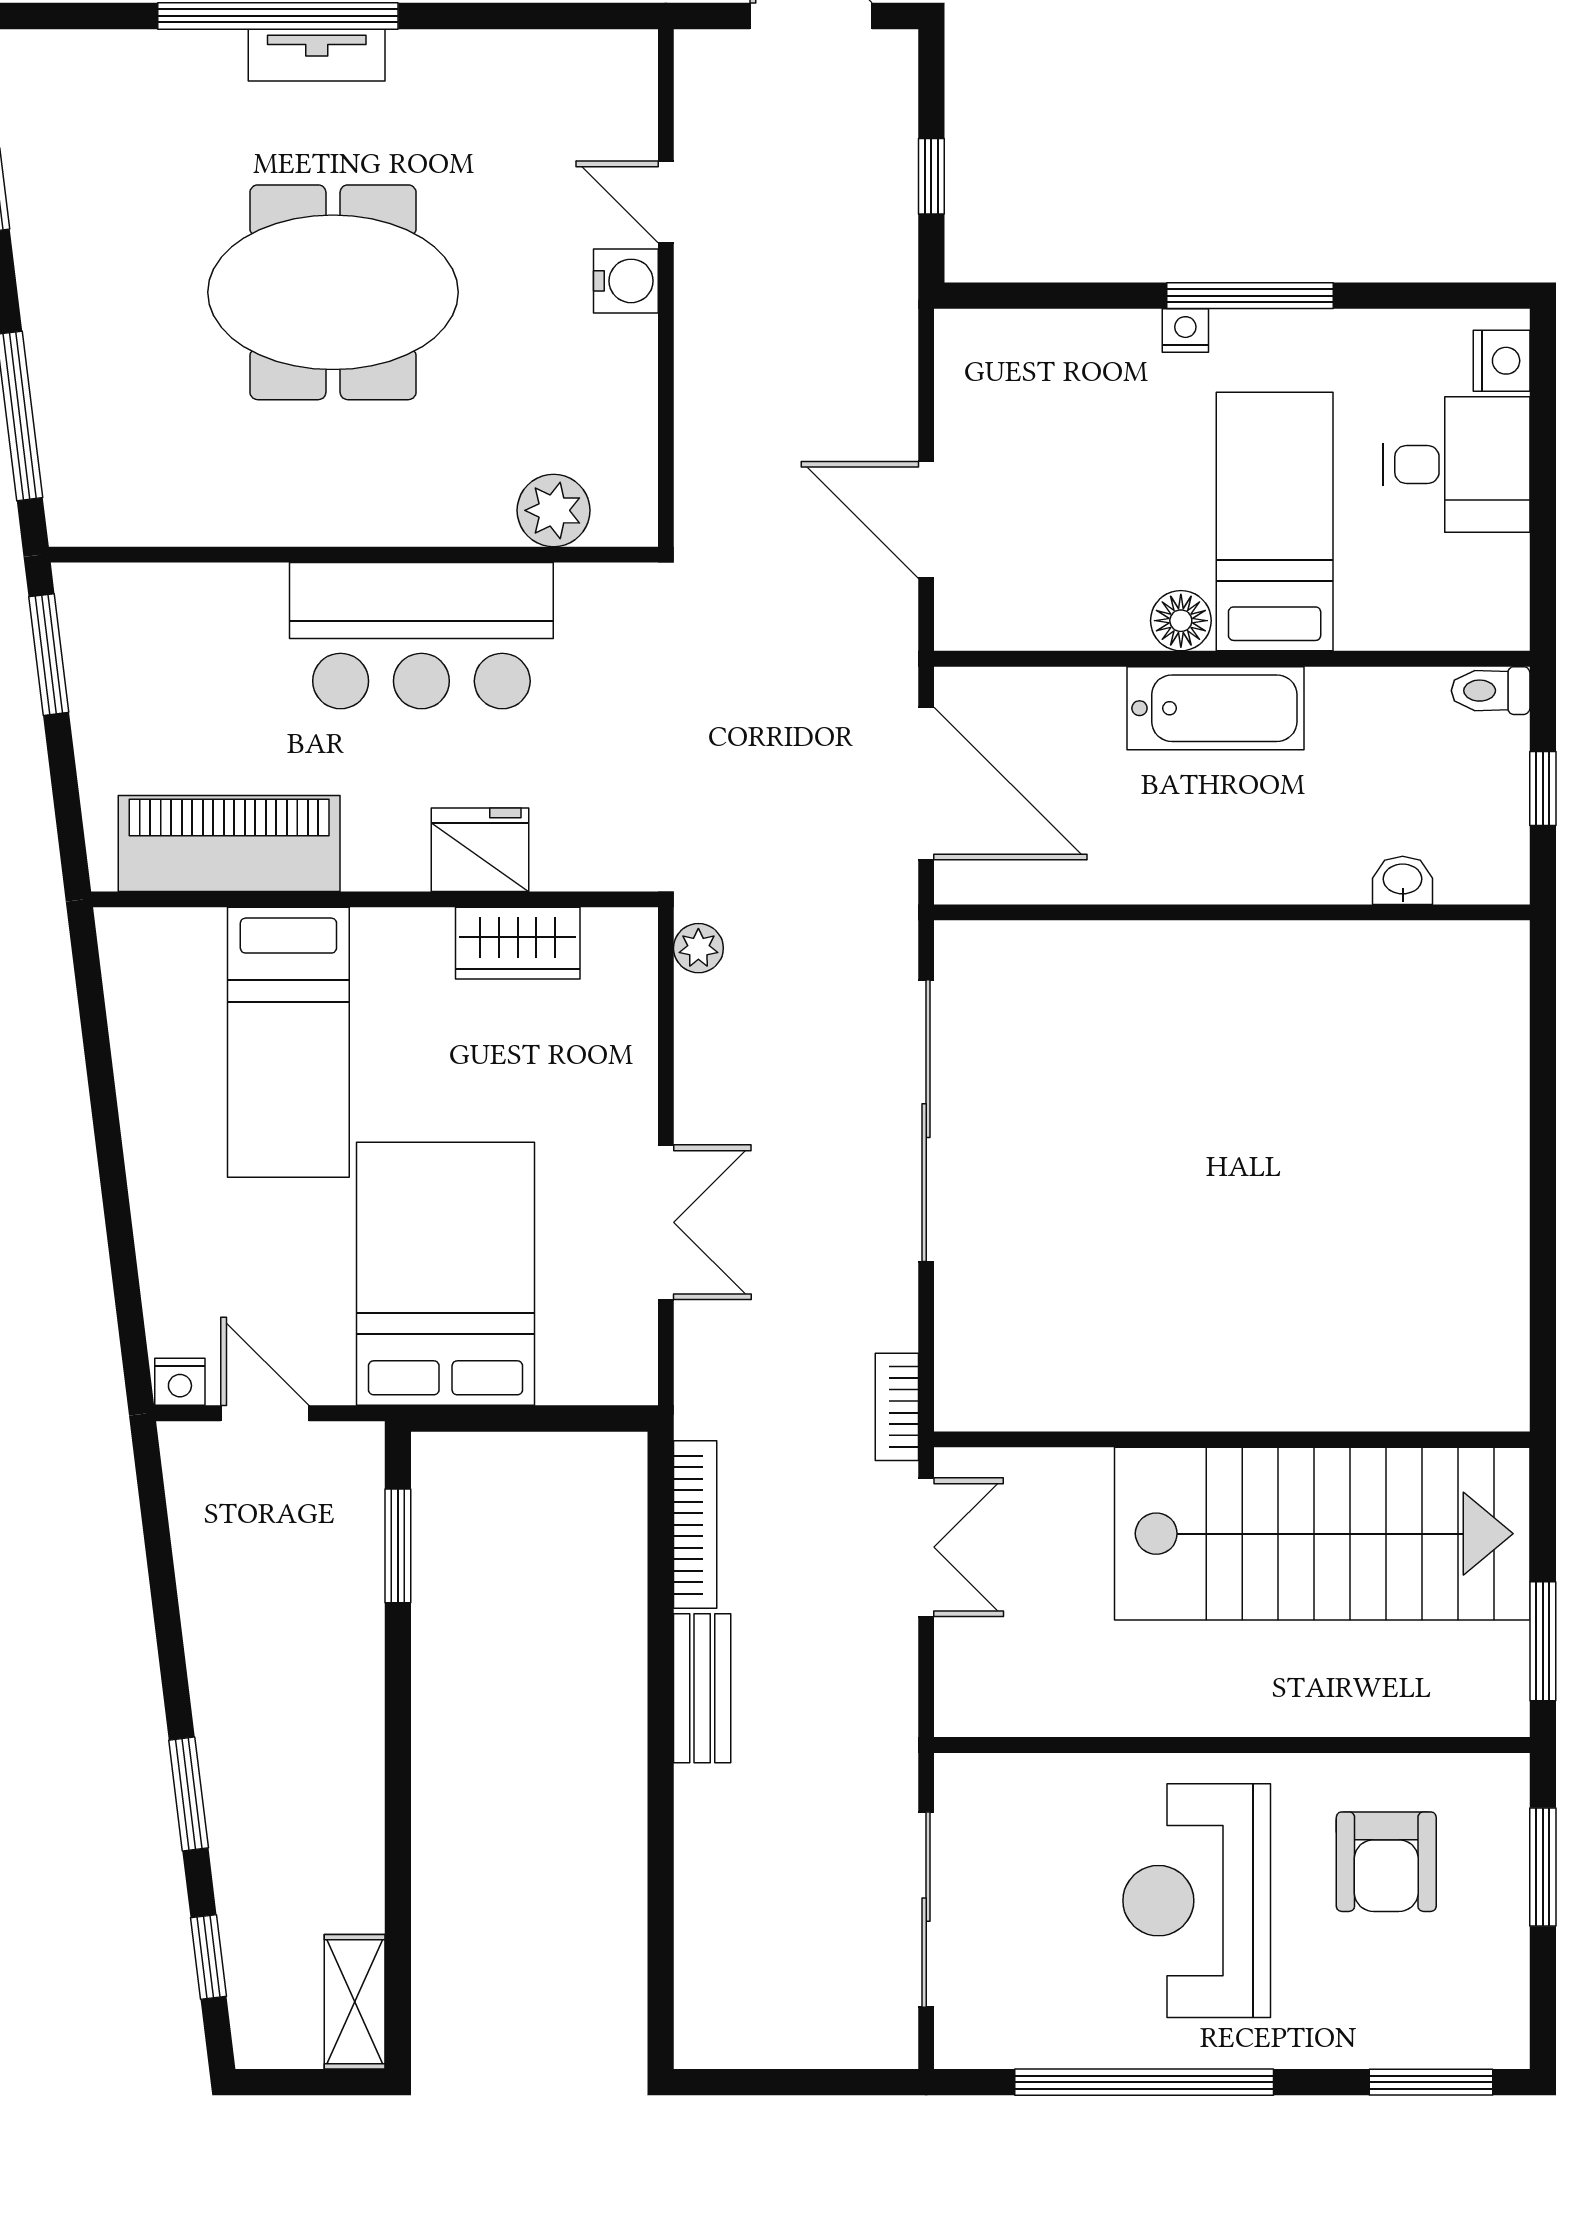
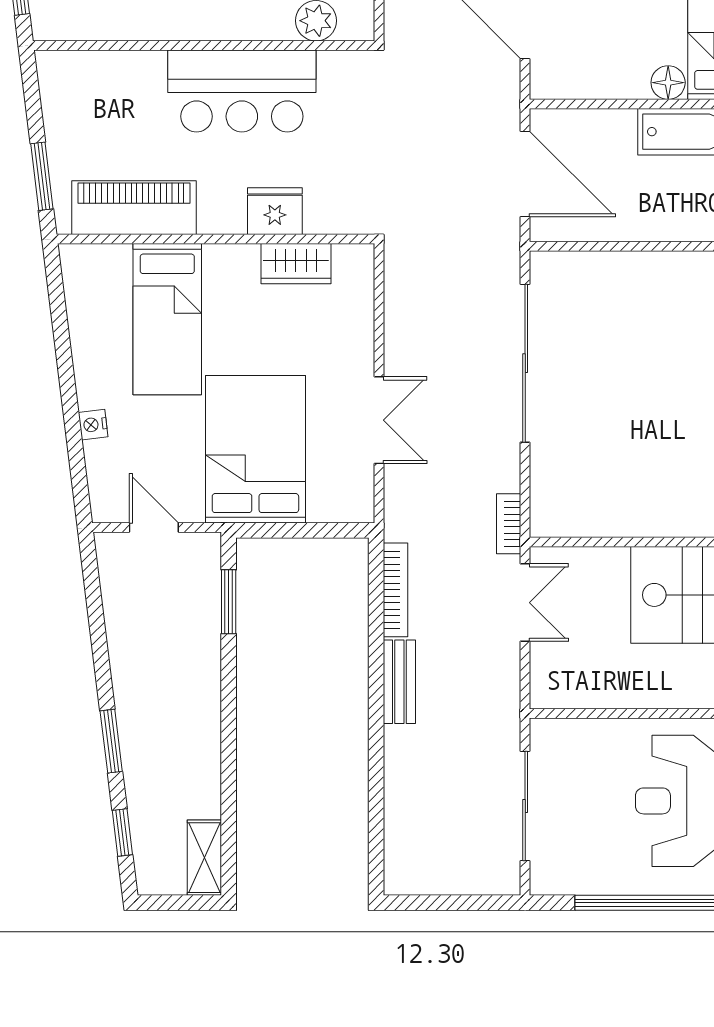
window: (49, 655) -> (42, 176), moved
plant: (698, 948) -> (397, 266), removed
nightstand: (180, 1382) -> (93, 425), moved, turned 83

